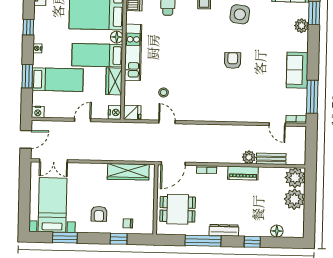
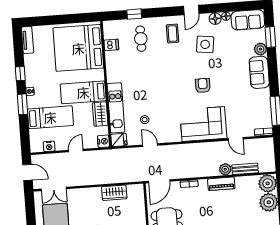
floor lamp: (117, 37) -> (99, 75), removed
kitchen unit: (133, 52) -> (116, 108), moved
sofa: (297, 70) -> (259, 72), moved
window: (27, 76) -> (22, 104), moved
corner sofa: (229, 104) -> (203, 124), added
nightstand: (38, 112) -> (49, 146), moved
door: (277, 124) -> (236, 139), moved
door: (26, 139) -> (27, 172), hinge flipped
wardrobe: (128, 172) -> (114, 193), width x0.67

